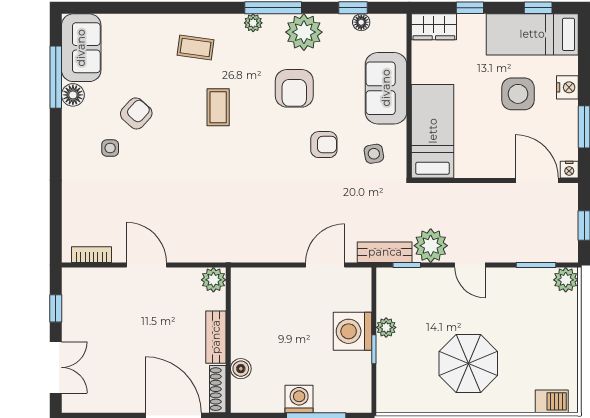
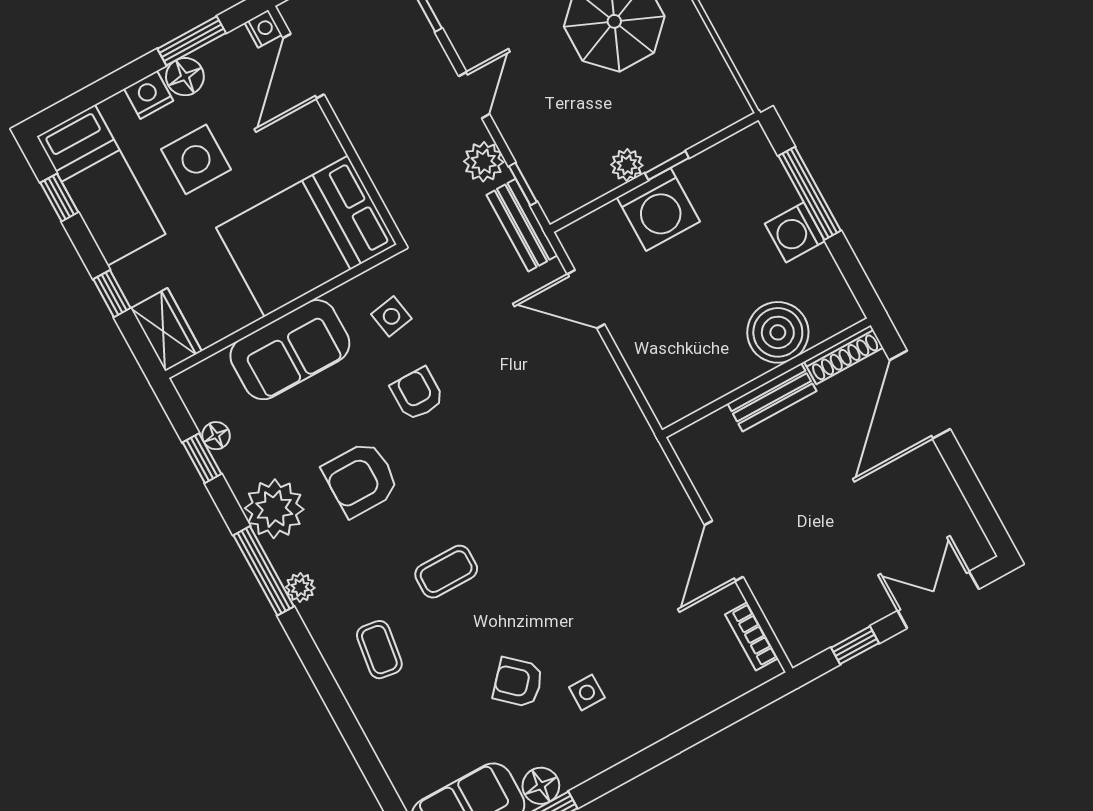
armchair: (294, 88) -> (361, 479), turned 180
floor lamp: (566, 113) -> (185, 77), added
bed: (433, 131) -> (306, 236), width x1.50
plant: (431, 246) -> (484, 162), width x0.73, depth x0.73
plant: (213, 280) -> (693, 445), removed
boiler: (241, 369) -> (778, 332), width x1.86, depth x1.86

